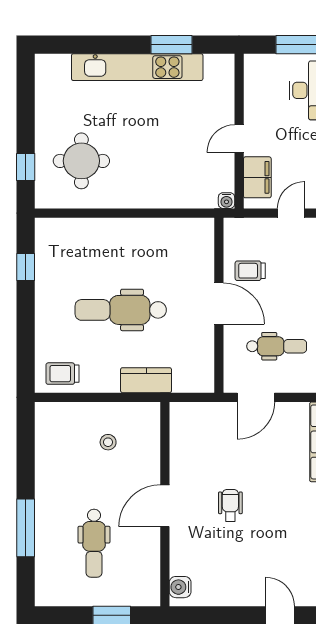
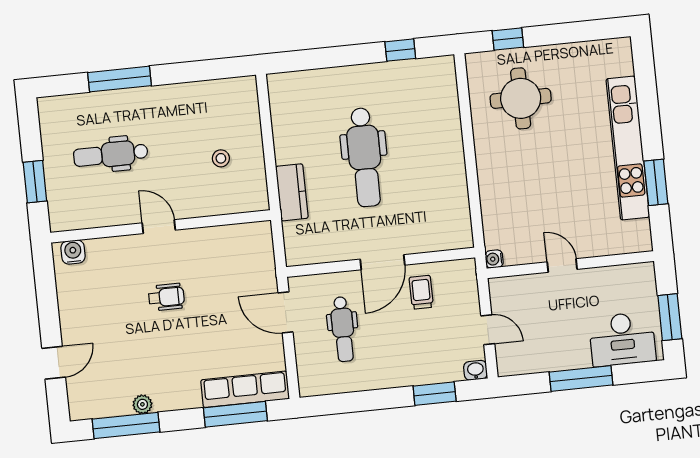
filing cabinet: (257, 177) -> (523, 290), removed
dental chair: (121, 310) -> (365, 157), turned 180
trolley: (63, 374) -> (290, 102), removed
door: (165, 506) -> (159, 227), width x0.73

